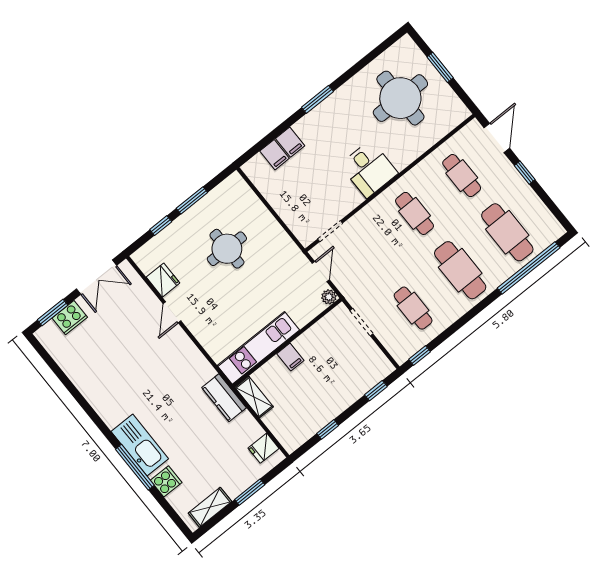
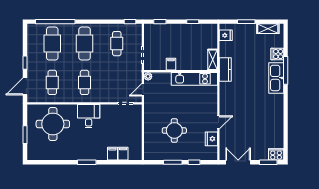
round table: (400, 98) -> (53, 124), moved
cooker: (70, 318) -> (276, 154), moved
filing cabinet: (290, 357) -> (171, 64), moved

